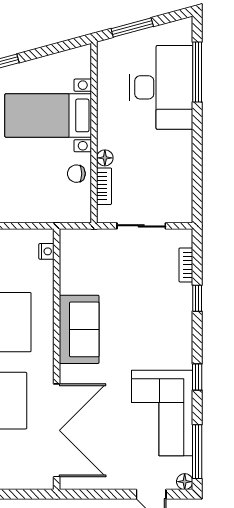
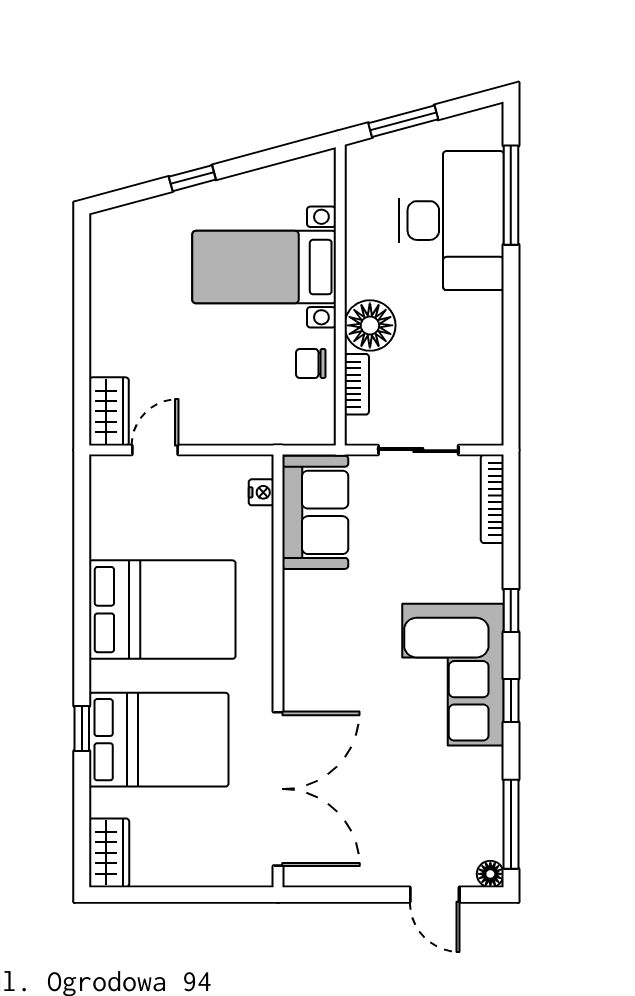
floor lamp: (105, 158) -> (370, 325), width x1.89, depth x1.89
bookcase: (186, 265) -> (492, 499), width x1.56
window: (197, 298) -> (511, 611), moved
sofa: (79, 329) -> (315, 512), moved
corner sofa: (162, 413) -> (453, 675), moved

